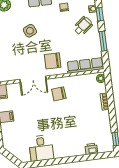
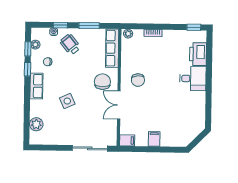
chair: (53, 61) -> (102, 82), turned 180
double door: (33, 79) -> (119, 105), swing flipped
desk: (41, 148) -> (193, 79), moved
printer: (91, 149) -> (198, 54), width x1.87, depth x1.48

